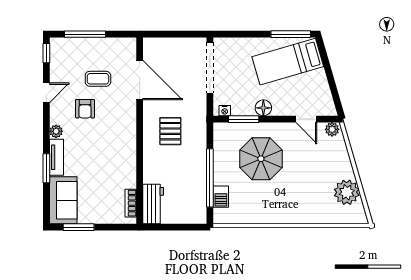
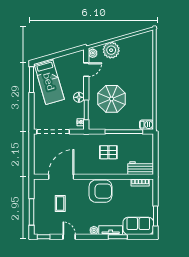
armchair: (85, 109) -> (101, 191), moved, width x1.88, depth x1.88
pallet: (170, 131) -> (108, 152), moved
plant: (347, 192) -> (111, 50), moved
barbecue: (221, 197) -> (147, 125), moved

